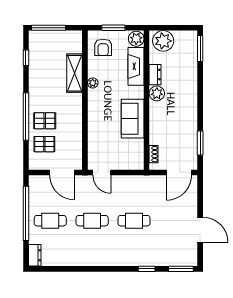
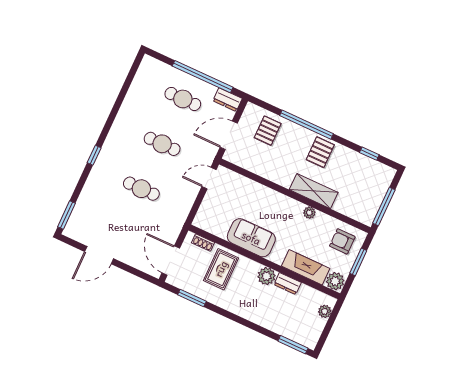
window: (48, 28) -> (384, 207), moved
plant: (163, 41) -> (325, 311), width x0.53, depth x0.53
shelving: (75, 73) -> (314, 191), moved
pallet: (45, 121) -> (320, 152), moved
rug: (168, 131) -> (221, 269), added
cafe table: (50, 221) -> (183, 99), turned 90
cafe table: (92, 221) -> (162, 144), turned 90
cafe table: (134, 221) -> (141, 189), turned 90
dresser: (35, 255) -> (227, 100), moved
window: (147, 269) -> (94, 155), moved

